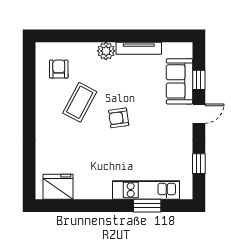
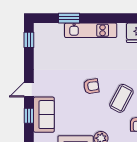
window: (199, 164) -> (29, 40), moved
kitchen unit: (146, 190) -> (91, 30), moved

